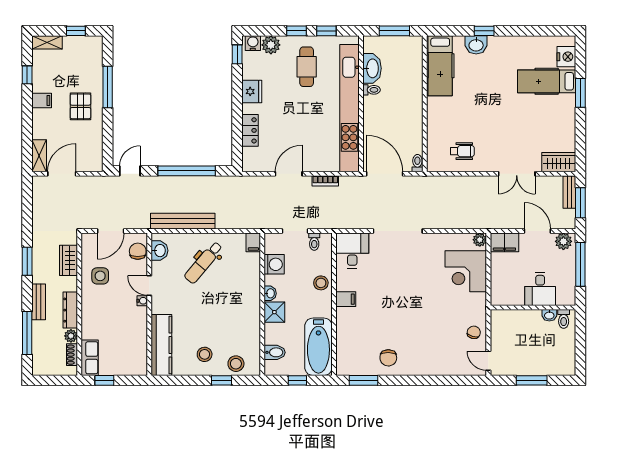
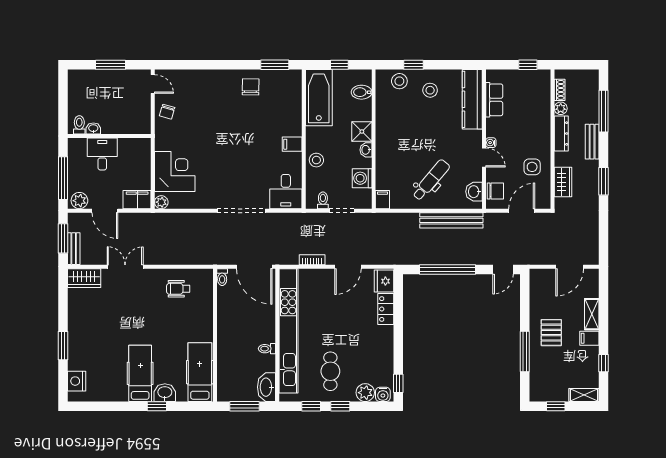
washbasin: (372, 68) -> (266, 387), moved
hospital bed: (547, 81) -> (140, 373), moved, turned -90
fridge: (252, 91) -> (384, 281), moved
shelving: (39, 156) -> (592, 314), moved
chair: (138, 251) -> (495, 191), turned -90
row of seats: (90, 358) -> (494, 100), moved, turned 180

